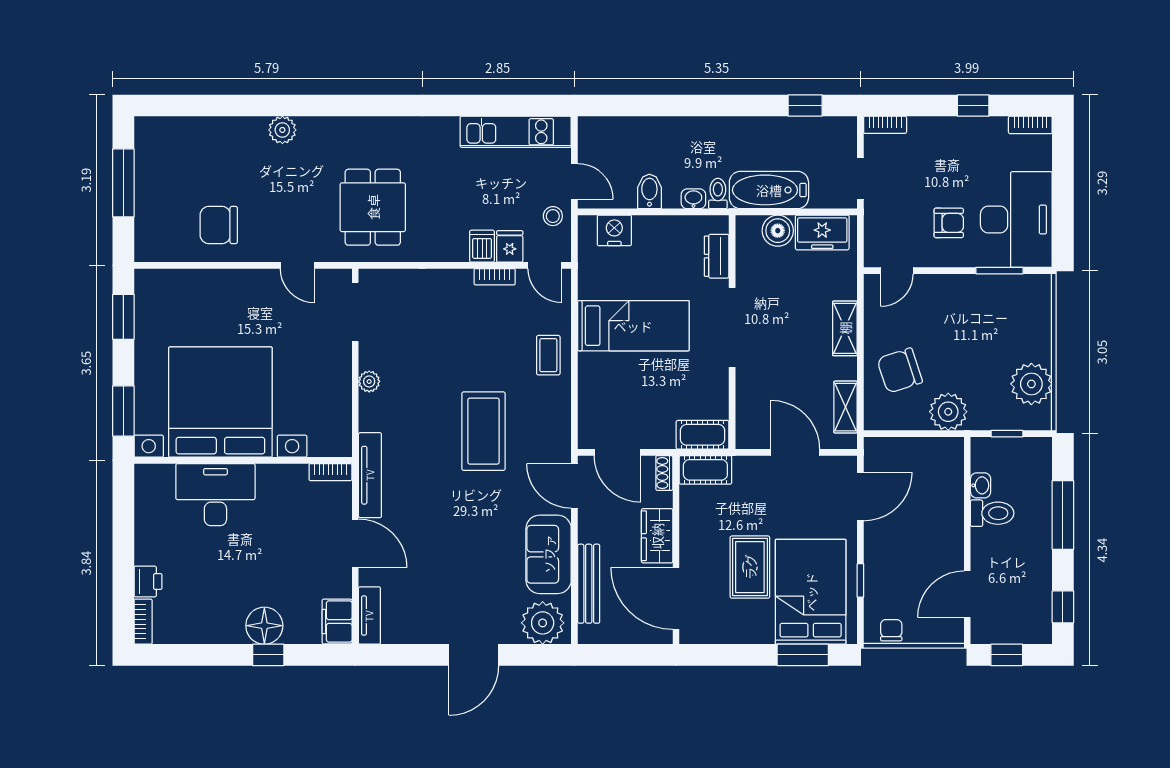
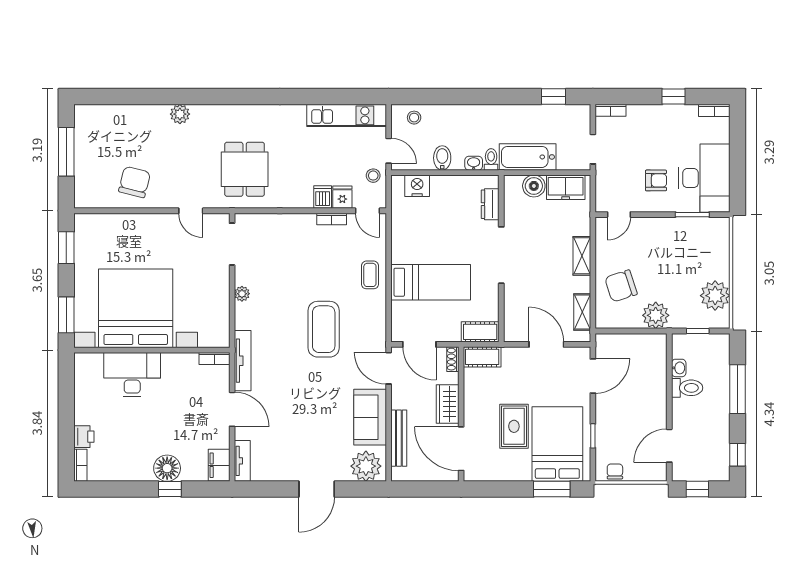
stool: (610, 135) -> (414, 118), added
chair: (219, 225) -> (135, 182), turned 104
bed: (633, 326) -> (431, 282), moved

